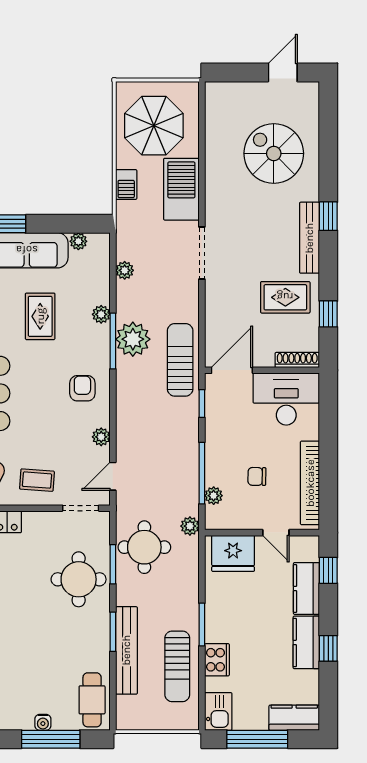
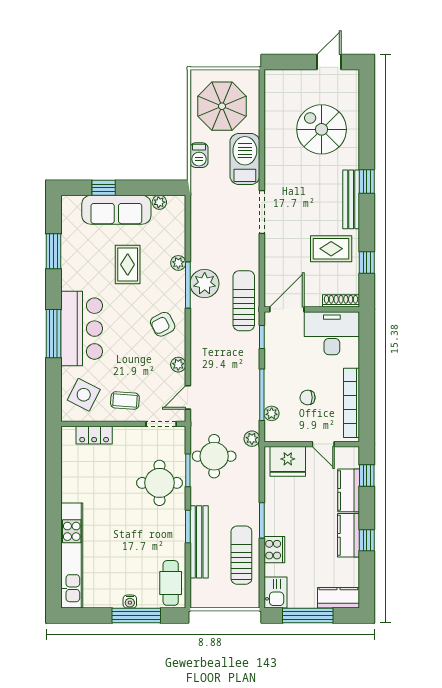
plant: (125, 270) -> (198, 226), removed
armchair: (82, 388) -> (163, 324), turned -117
sun lounger: (177, 666) -> (241, 555), turned 180

